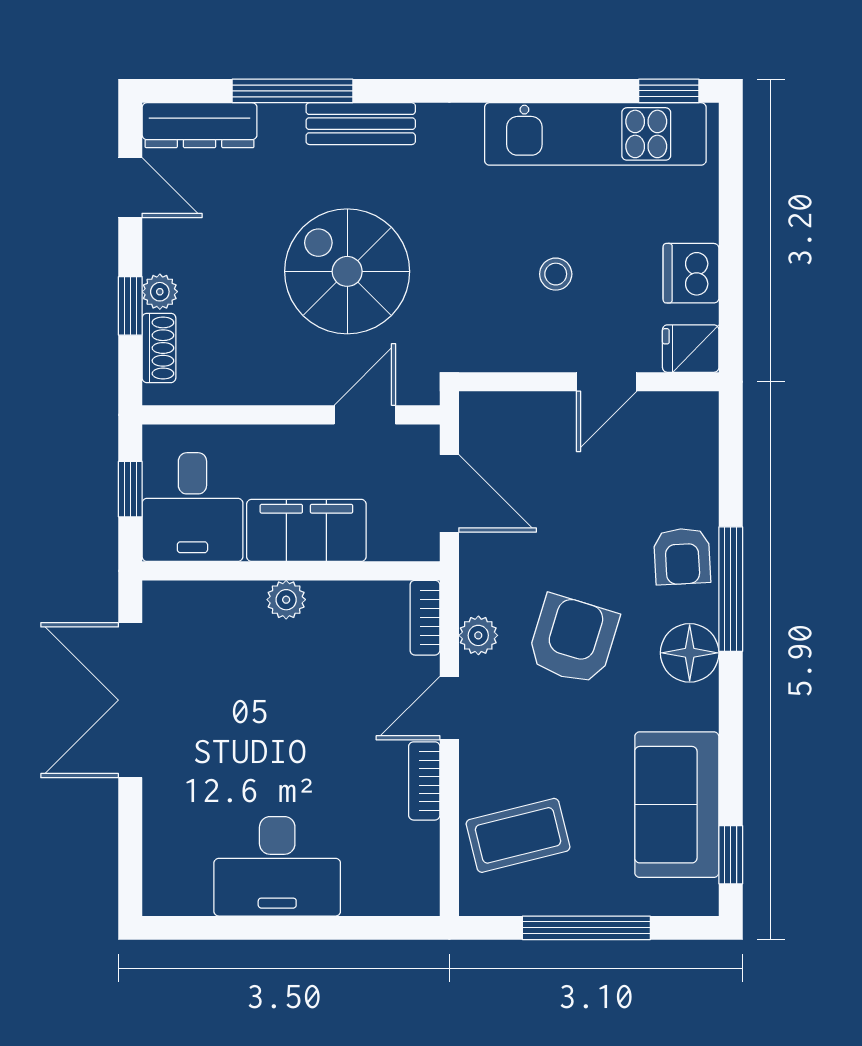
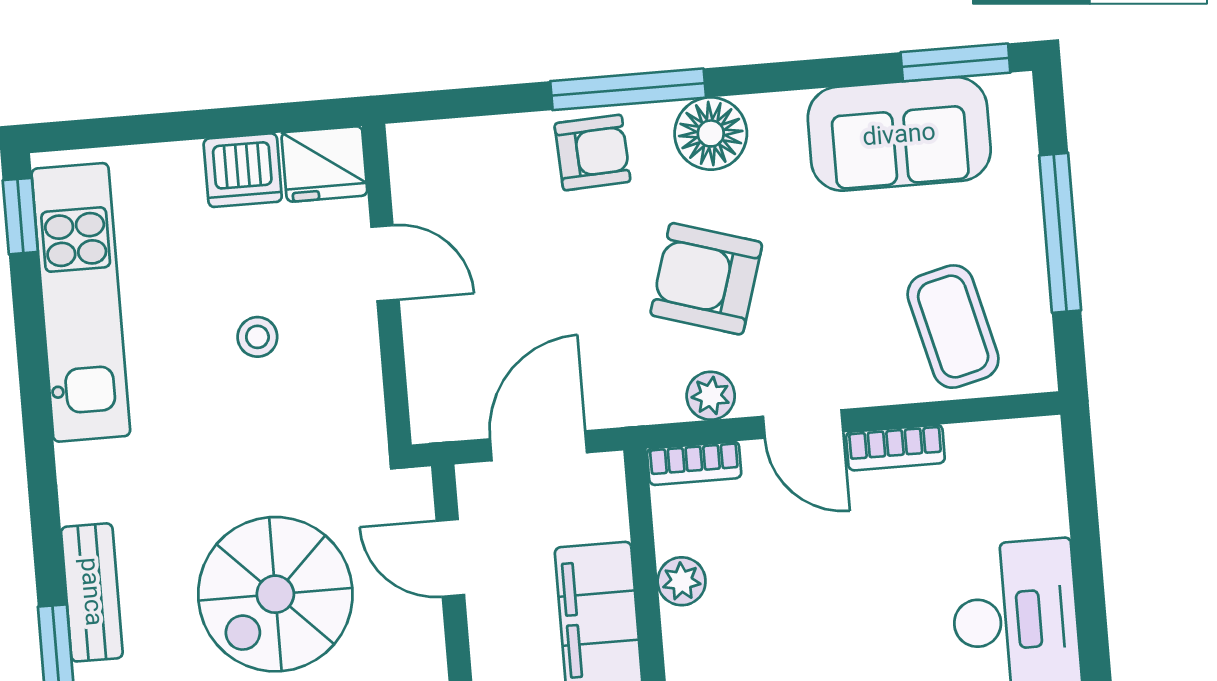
fridge: (691, 349) -> (324, 164), width x1.38
plant: (286, 600) -> (682, 581), moved
window: (731, 855) -> (955, 62), width x1.50

